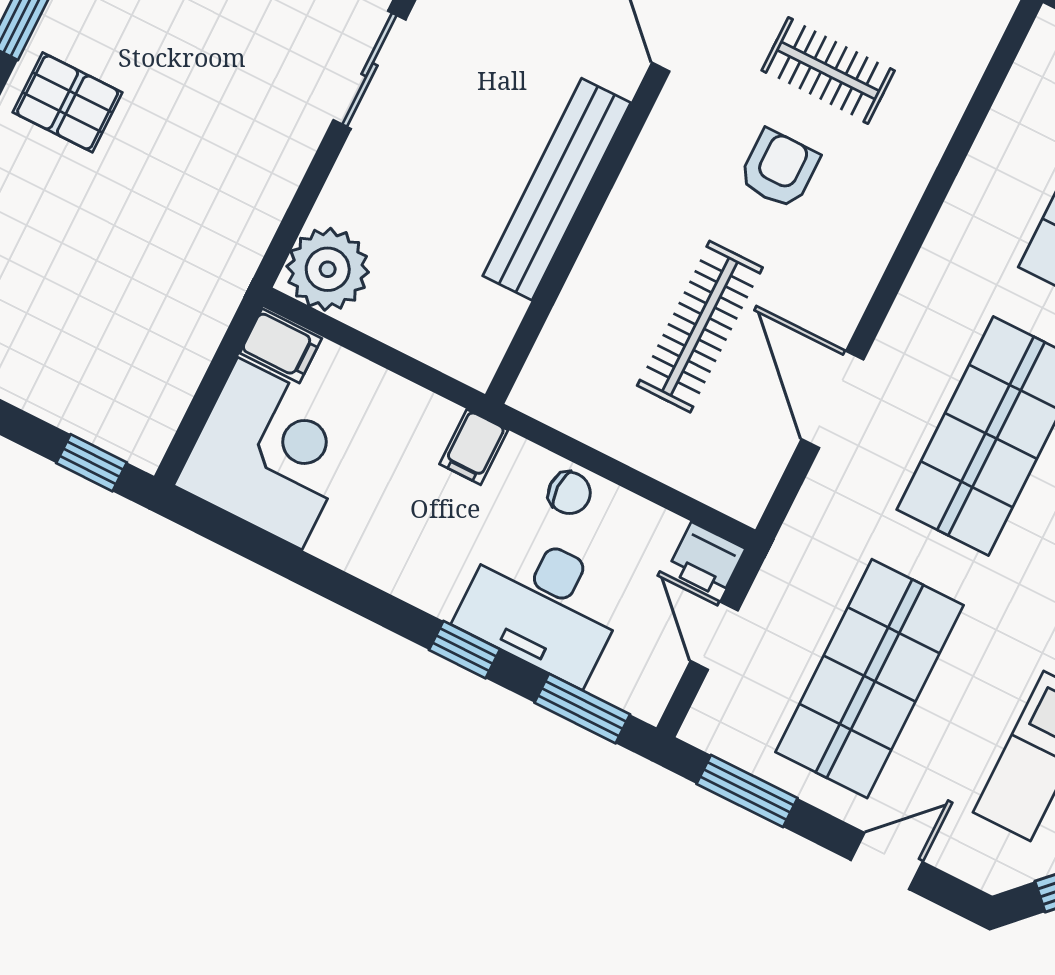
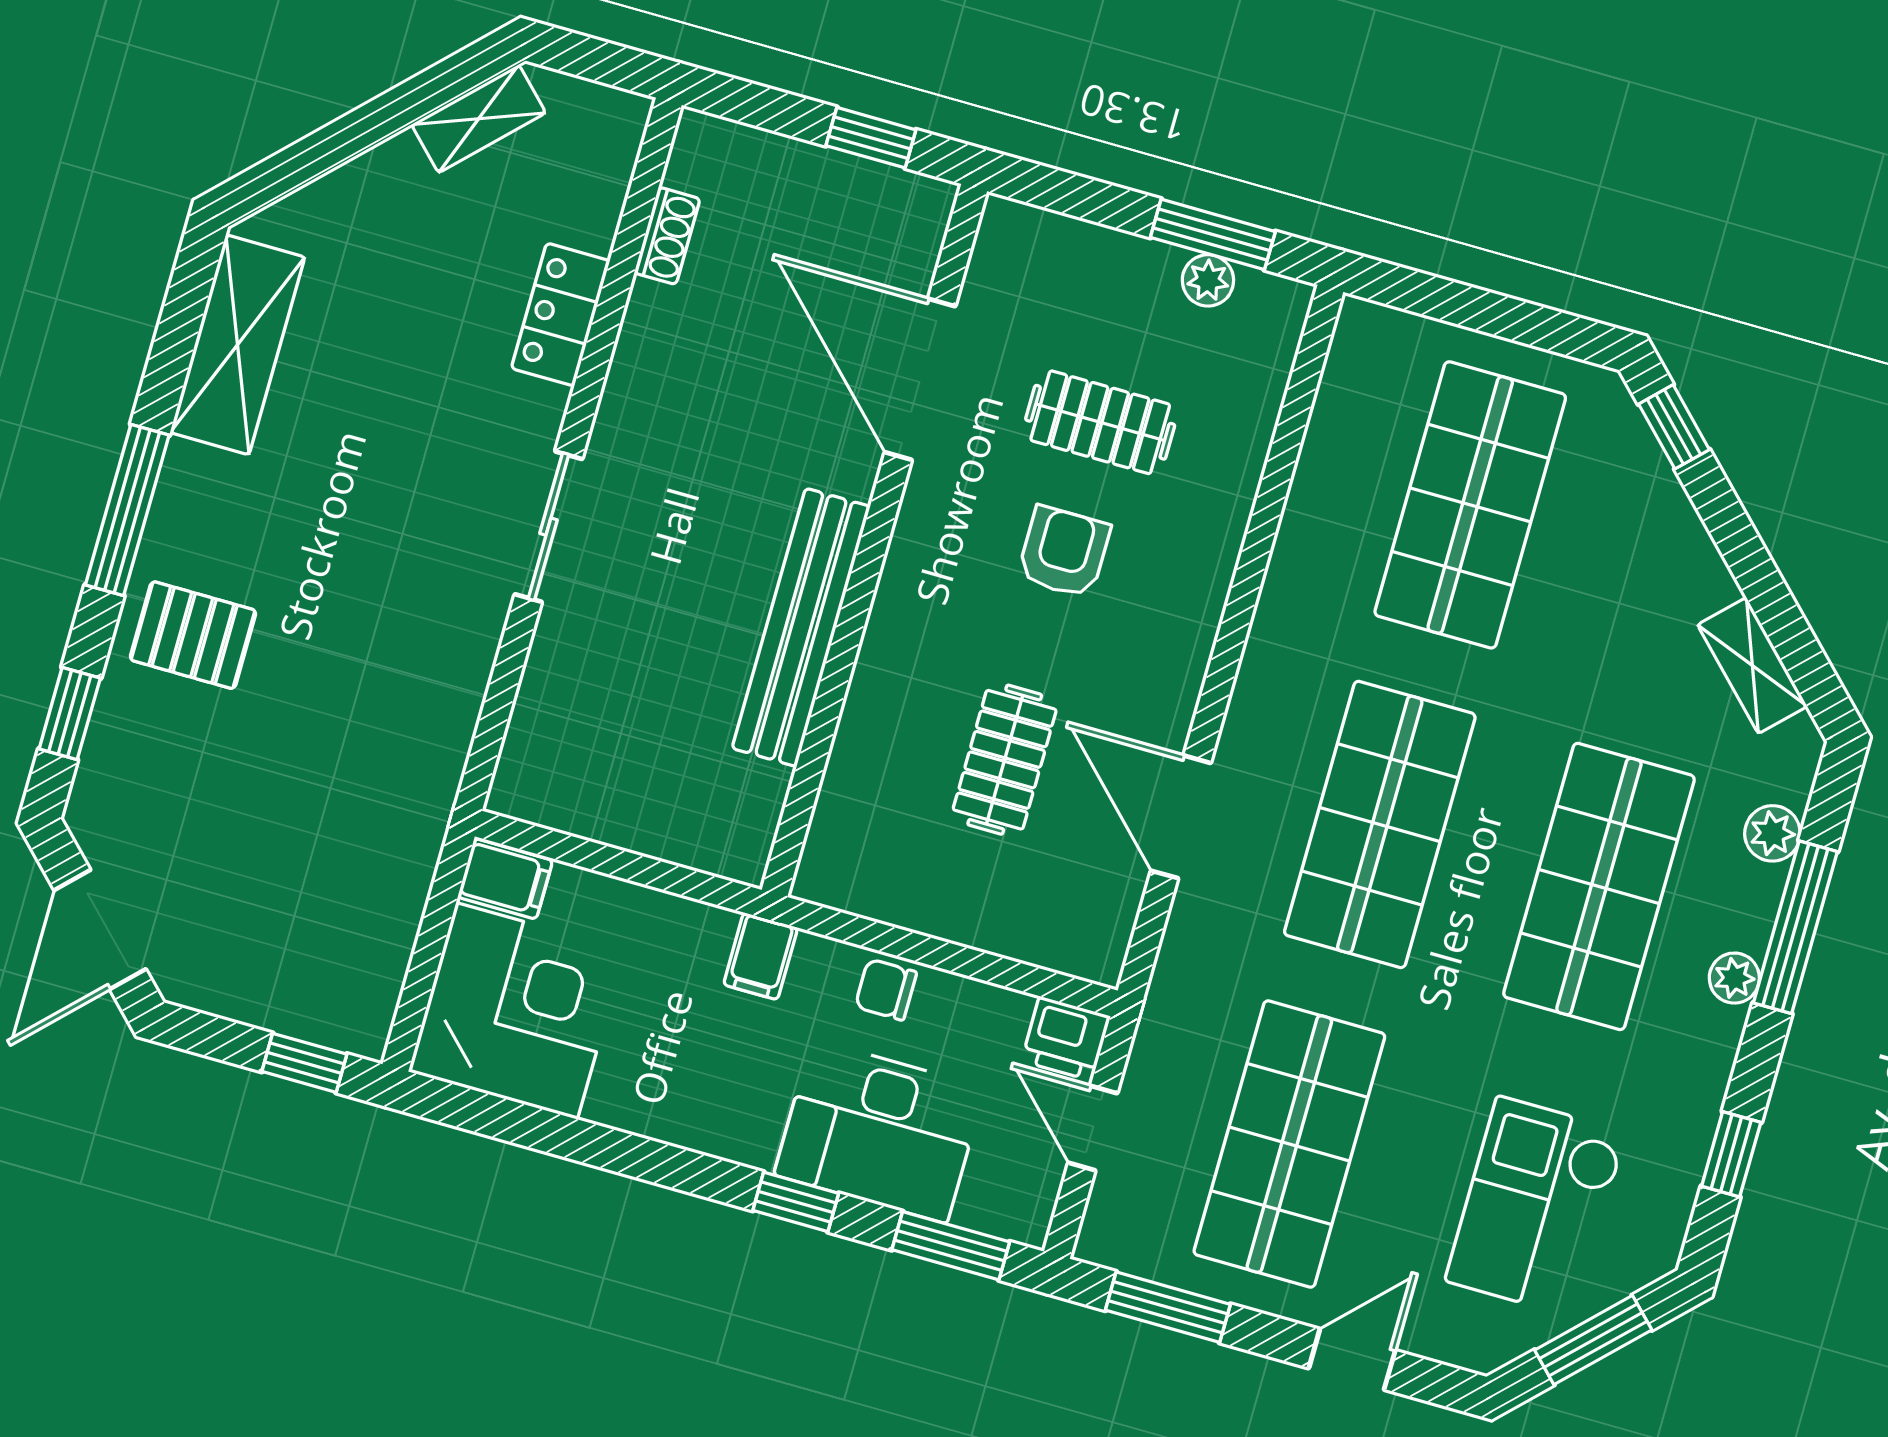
plant: (328, 269) -> (544, 776), removed
clothes rail: (700, 327) -> (1005, 760), width x0.73
chair: (569, 493) -> (886, 990), turned 180

